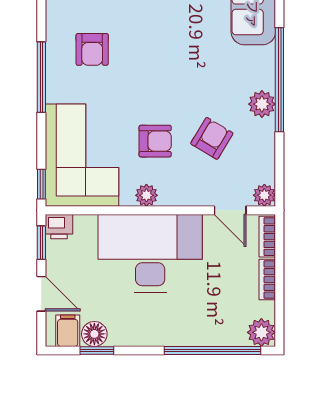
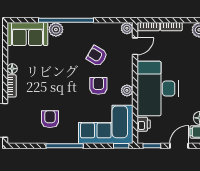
armchair: (92, 49) -> (50, 119), turned -90
plant: (262, 104) -> (56, 30), moved
printer: (59, 227) -> (144, 124), moved

